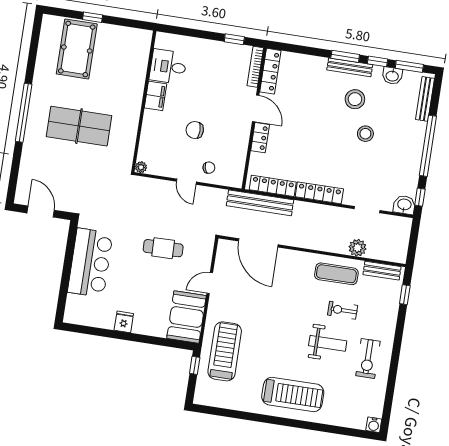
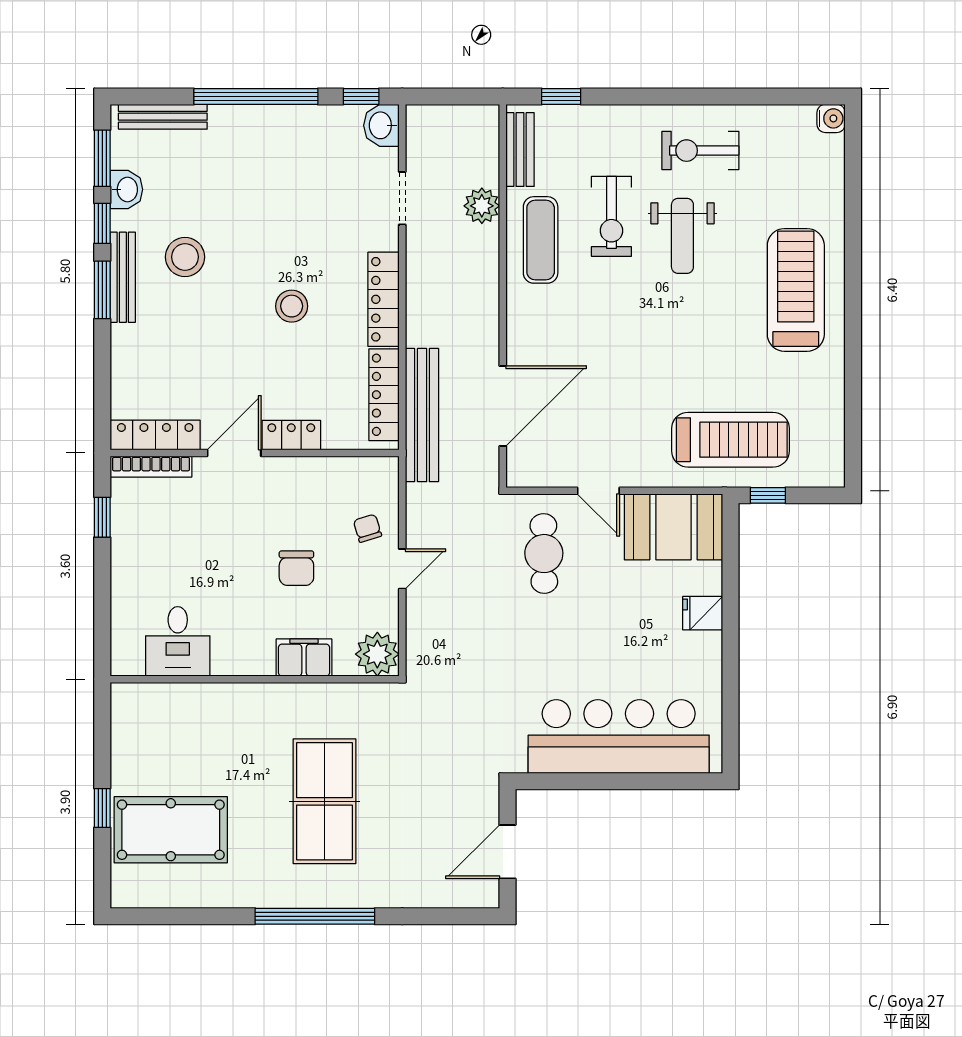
filing cabinet: (155, 96) -> (304, 657), moved
stool: (365, 134) -> (292, 306), moved
plant: (141, 167) -> (377, 654), width x1.87, depth x1.87
cafe table: (163, 248) -> (544, 554), moved
bar counter: (90, 263) -> (619, 737), width x1.36
exercise bike: (343, 310) -> (611, 216), width x1.38, depth x1.39
fridge: (124, 322) -> (703, 613), moved
weight bench: (328, 343) -> (682, 236), turned 180
treadmill: (225, 351) -> (730, 440), turned 180
exercise bike: (368, 359) -> (700, 151), turned 180

